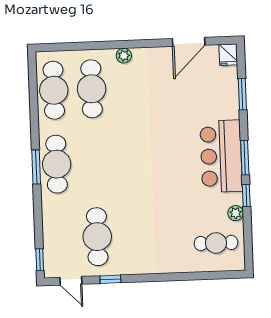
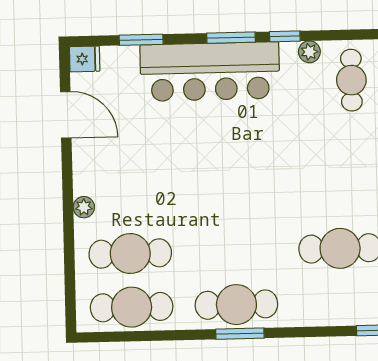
bar counter: (221, 156) -> (210, 72), width x1.36

